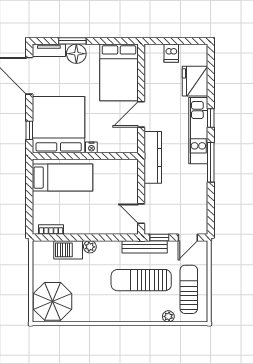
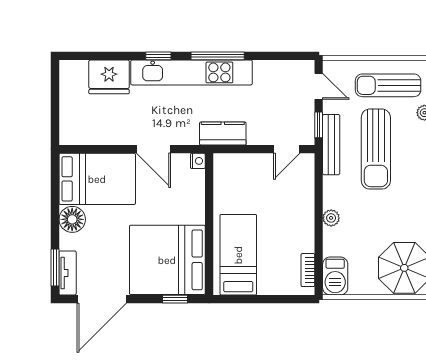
window: (72, 41) -> (55, 268), moved
dishwasher: (171, 53) -> (71, 109), removed
floor lamp: (76, 54) -> (72, 219), moved
kitchen unit: (198, 131) -> (191, 72), width x1.36
nightstand: (91, 147) -> (198, 161), moved
kitchen counter: (153, 157) -> (223, 134), width x0.67
barbecue: (68, 250) -> (335, 276), moved

